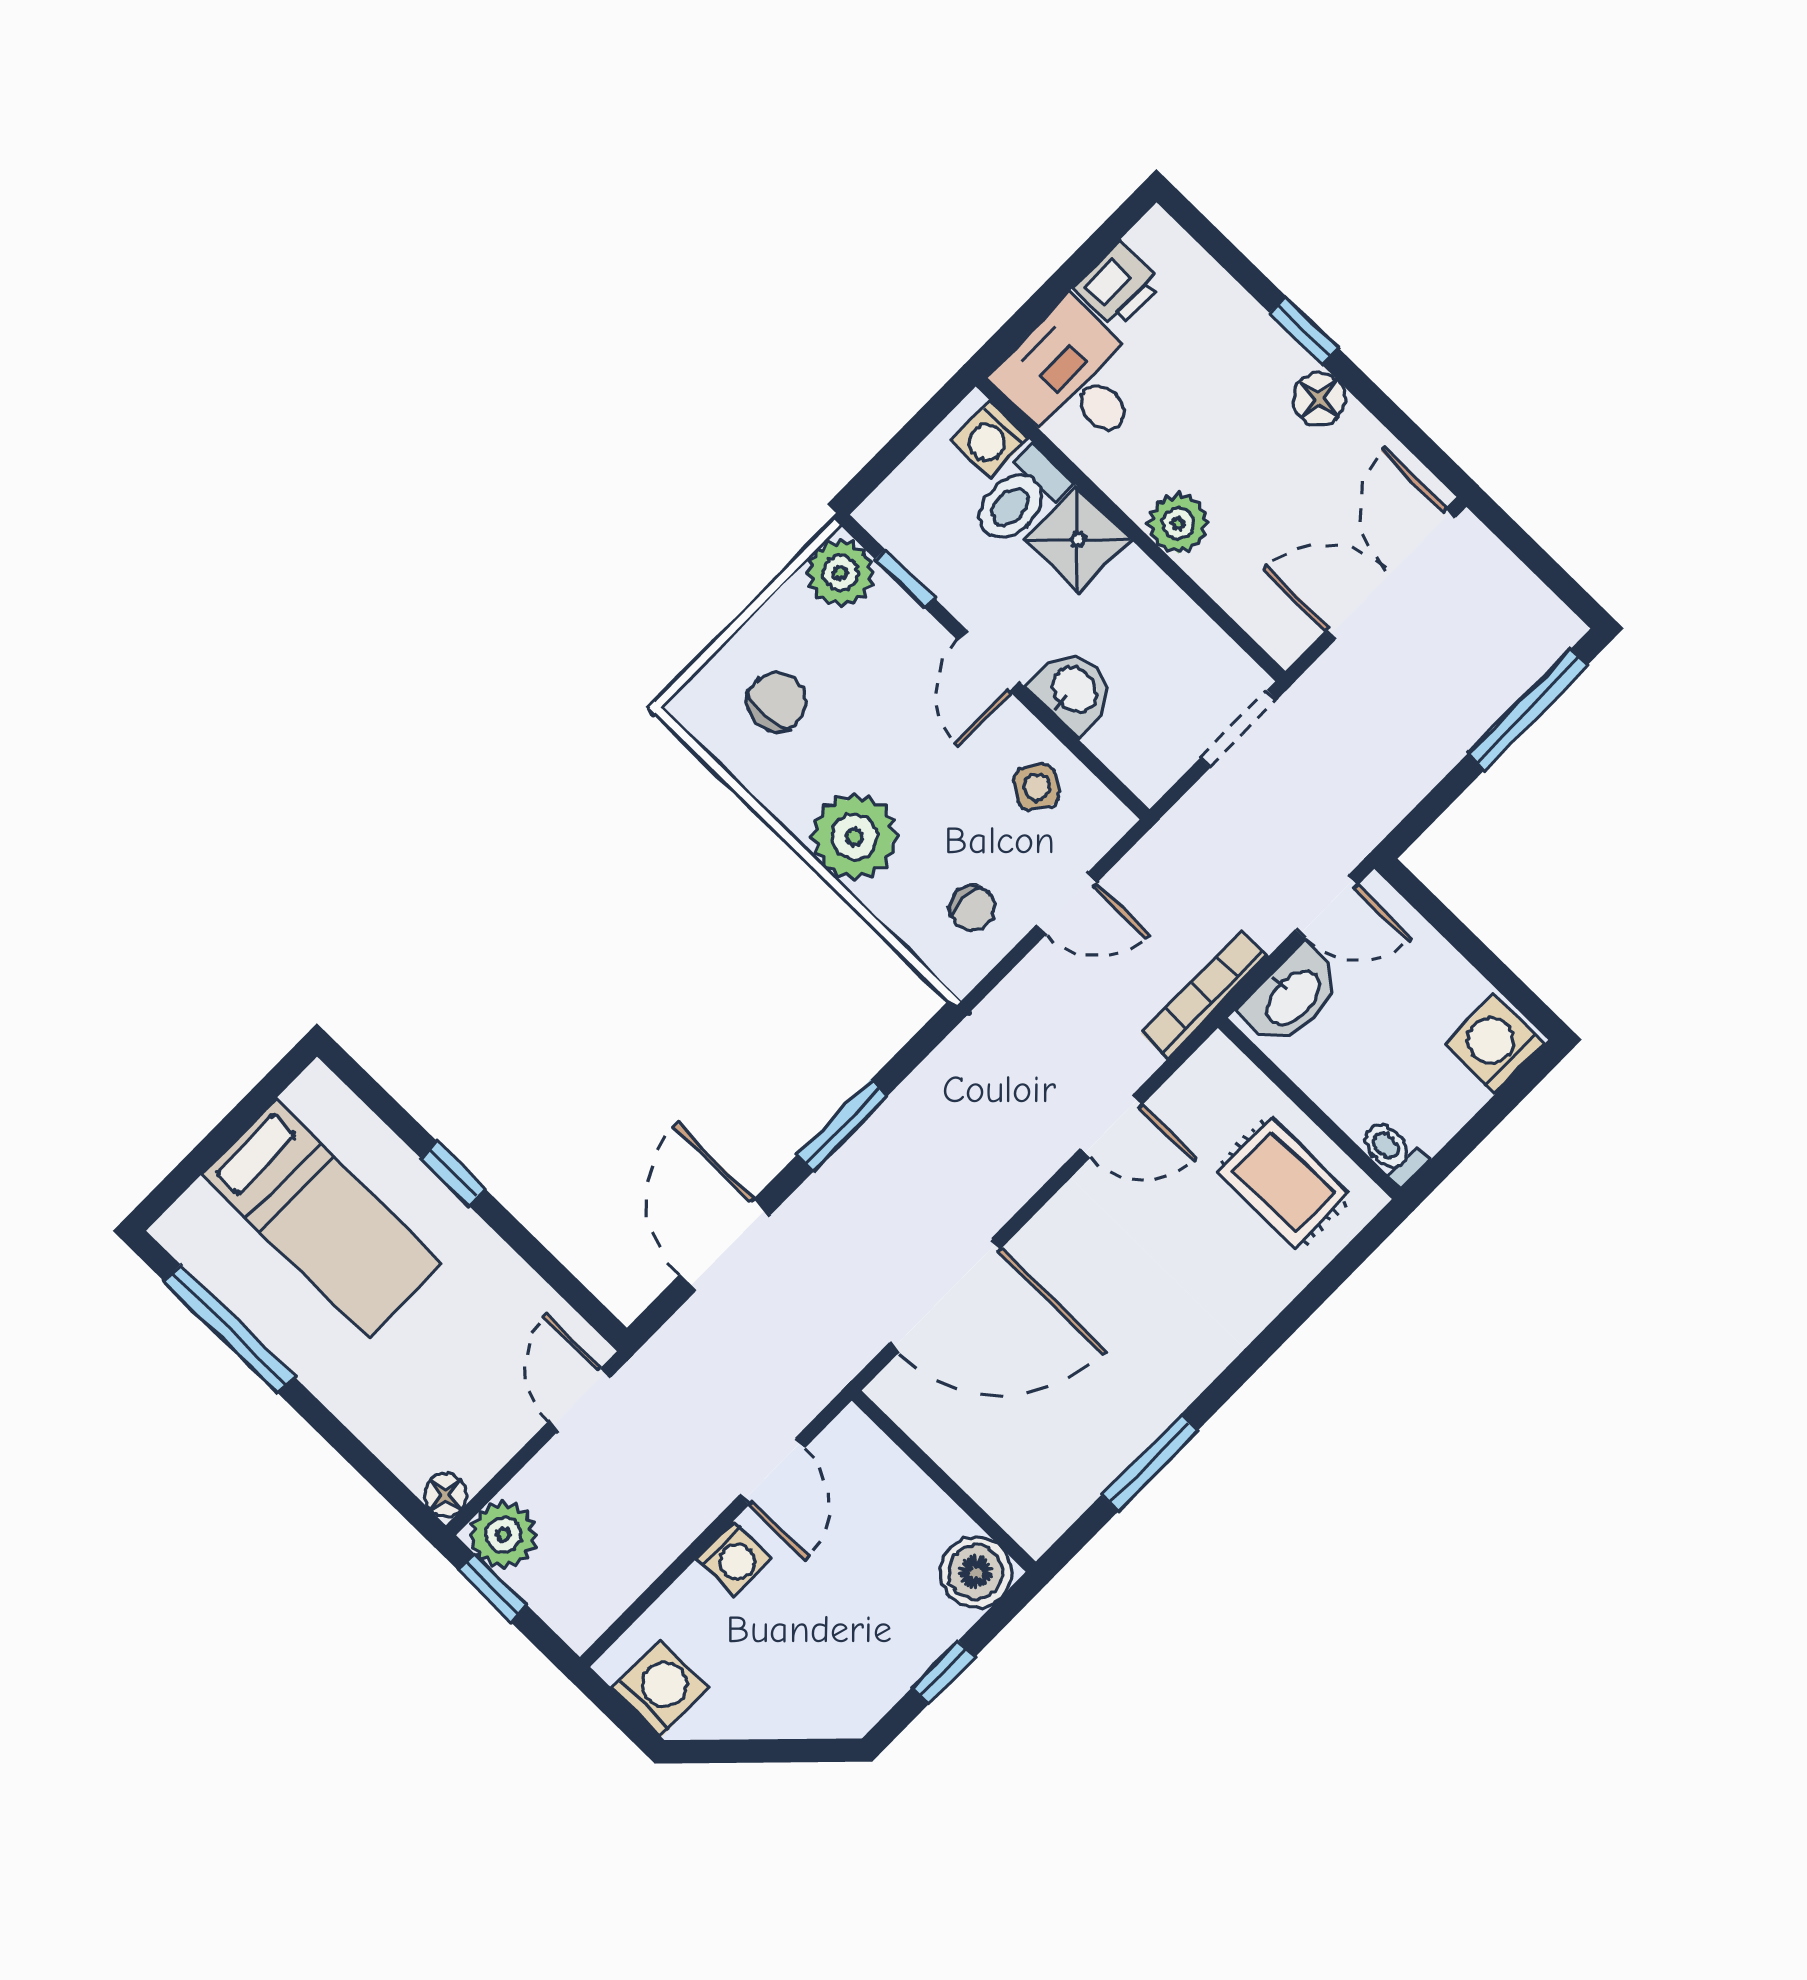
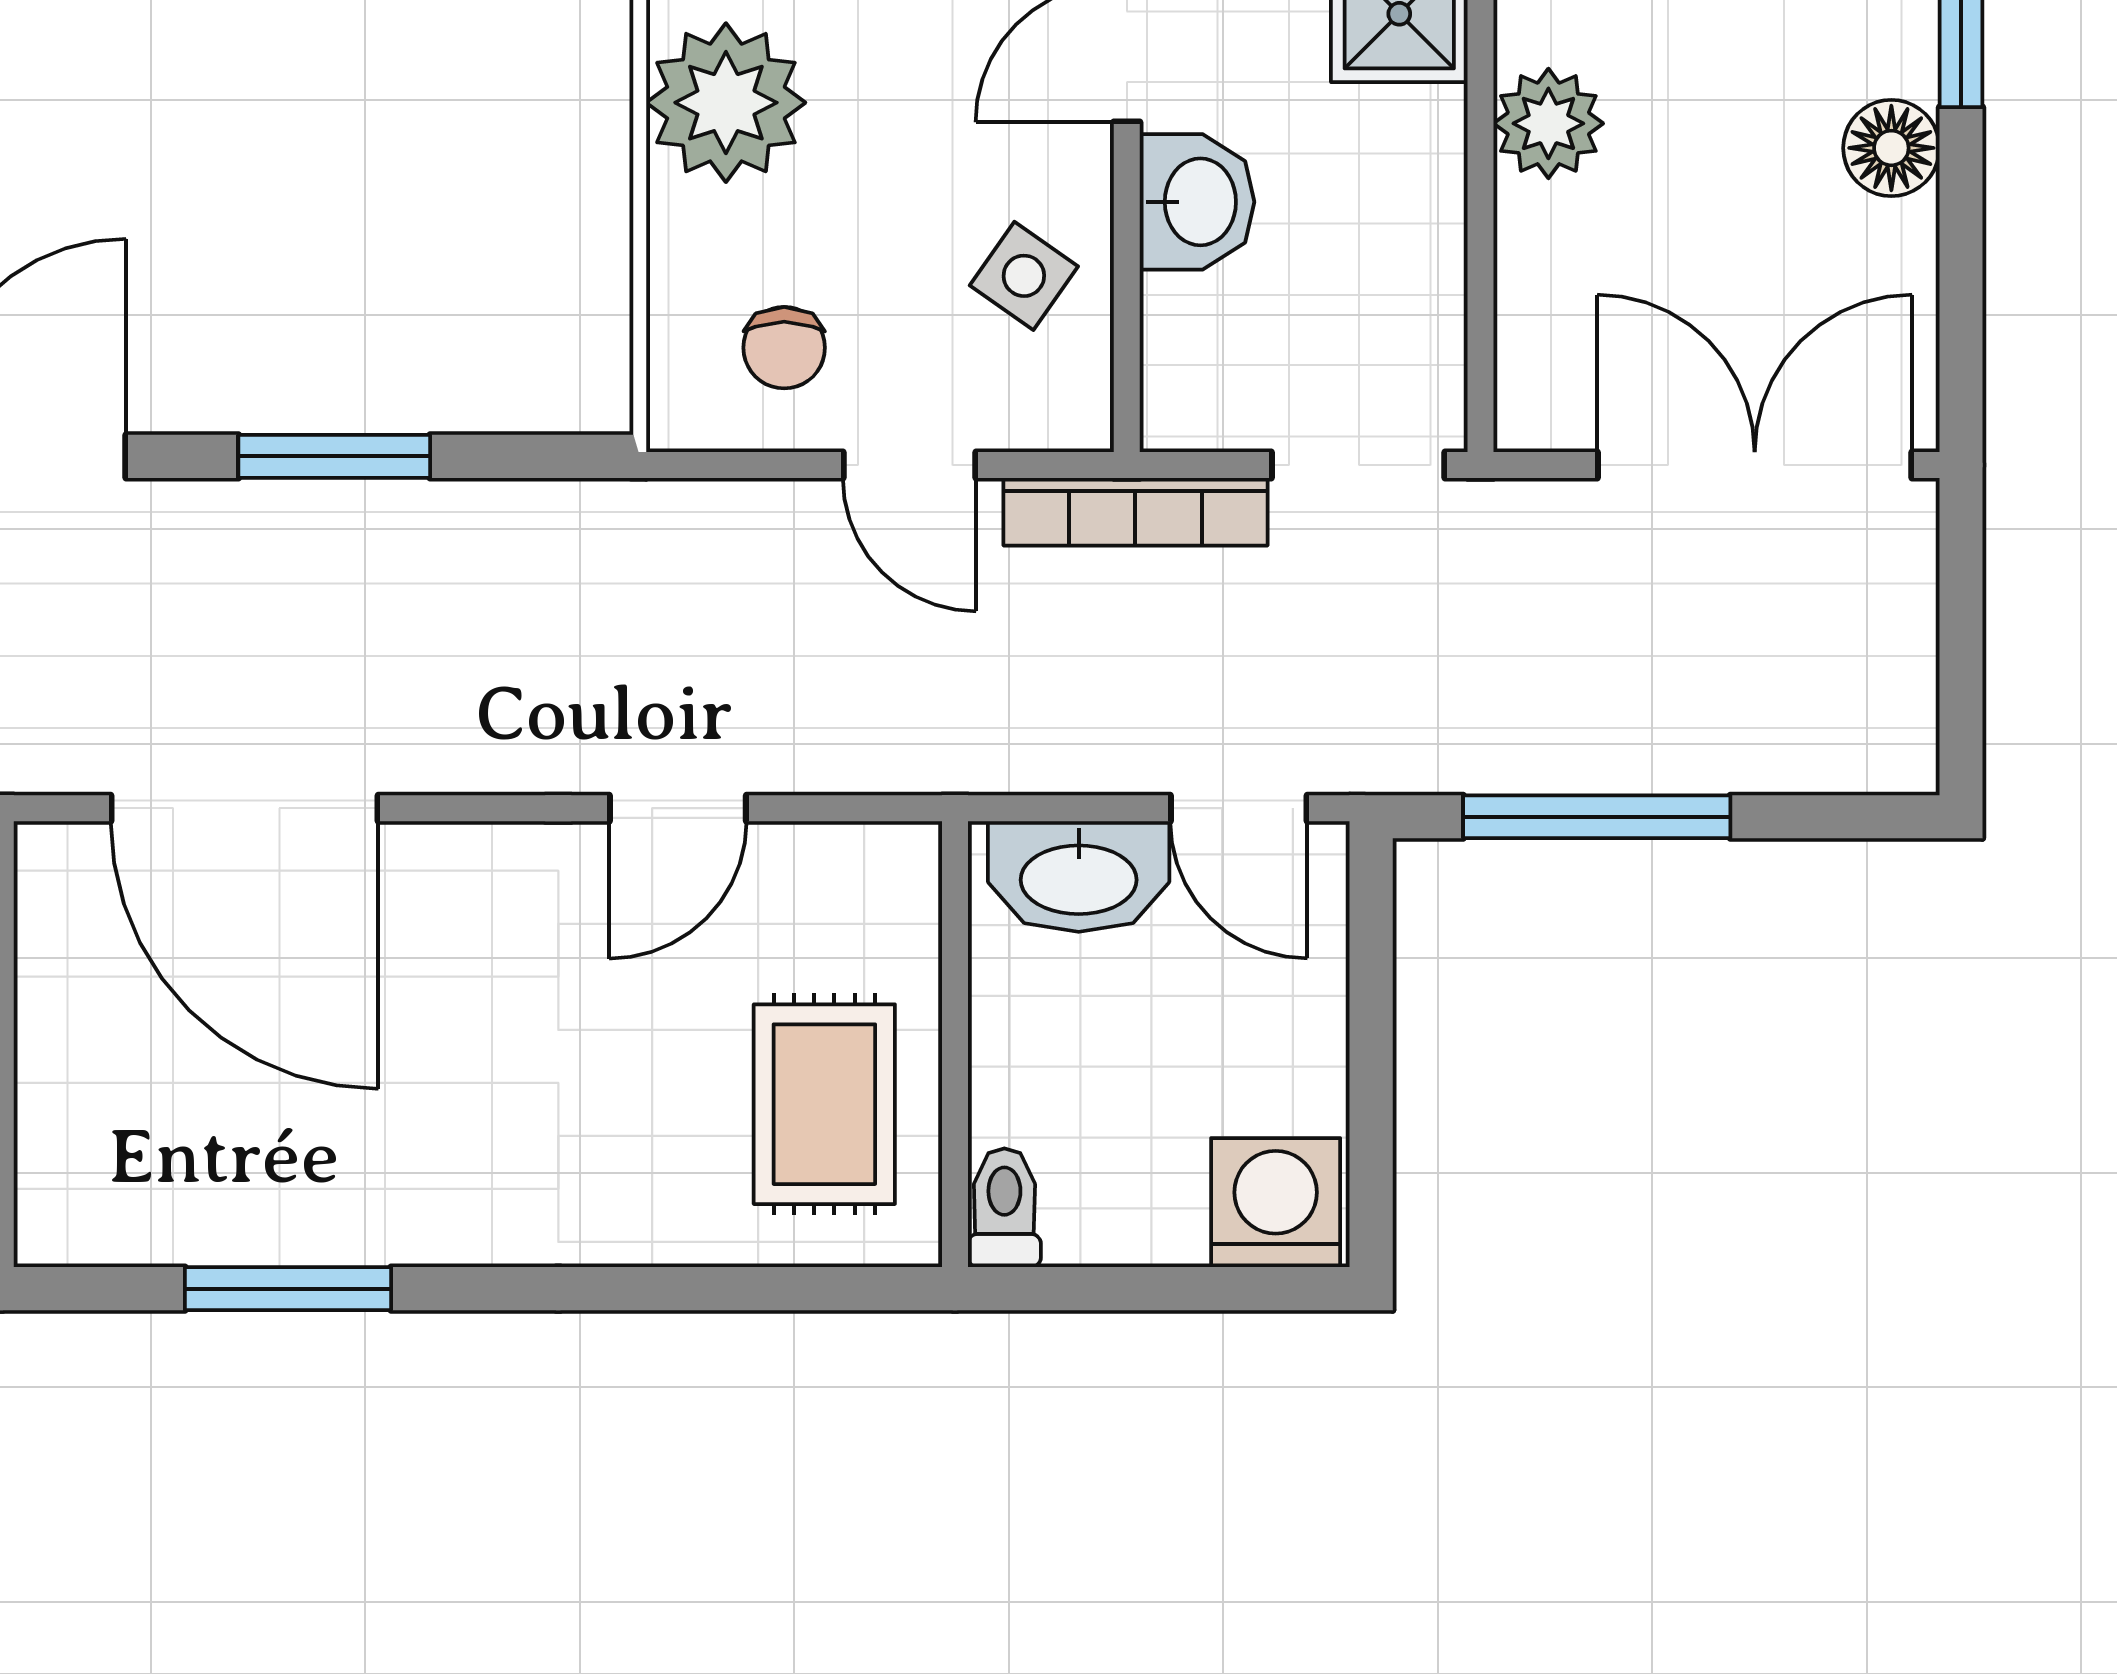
window: (1528, 709) -> (1597, 817), moved
bookcase: (1205, 995) -> (1135, 512), moved, turned 180
door: (1111, 1126) -> (678, 808), hinge flipped

